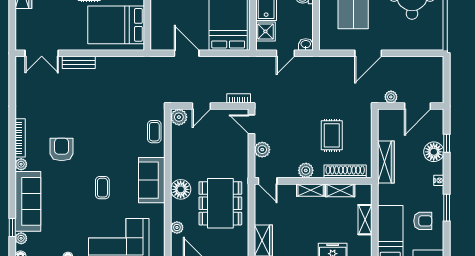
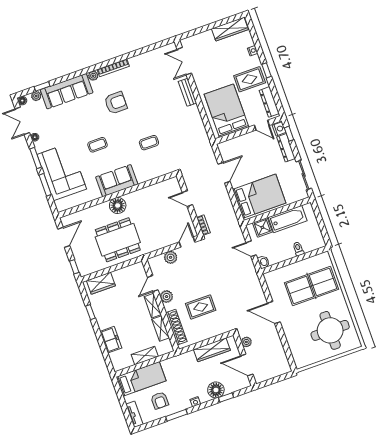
plant: (179, 117) -> (173, 184), removed
coffee table: (154, 132) -> (149, 143), moved
wardrobe: (386, 162) -> (212, 350), moved
door: (268, 181) -> (153, 284), moved
plant: (177, 227) -> (87, 213), removed

